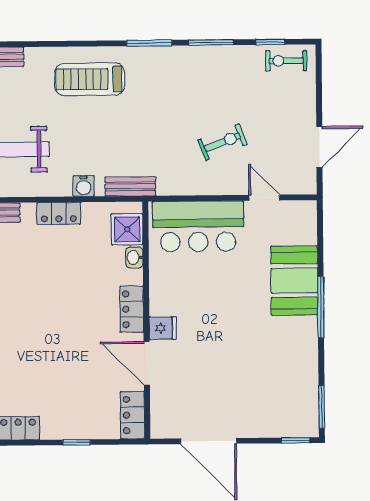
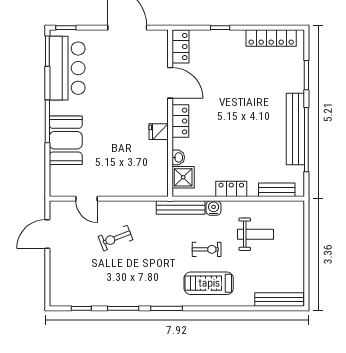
exercise bike: (286, 61) -> (207, 249), moved
treadmill: (90, 79) -> (209, 283), turned 180
bench: (130, 186) -> (181, 207), width x1.36
bar counter: (198, 226) -> (67, 68), moved, turned 90
fridge: (163, 328) -> (159, 132), moved

